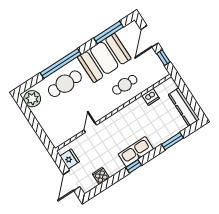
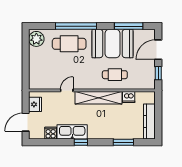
shelving: (124, 115) -> (99, 98), added
kitchen sink: (136, 152) -> (72, 132), moved

